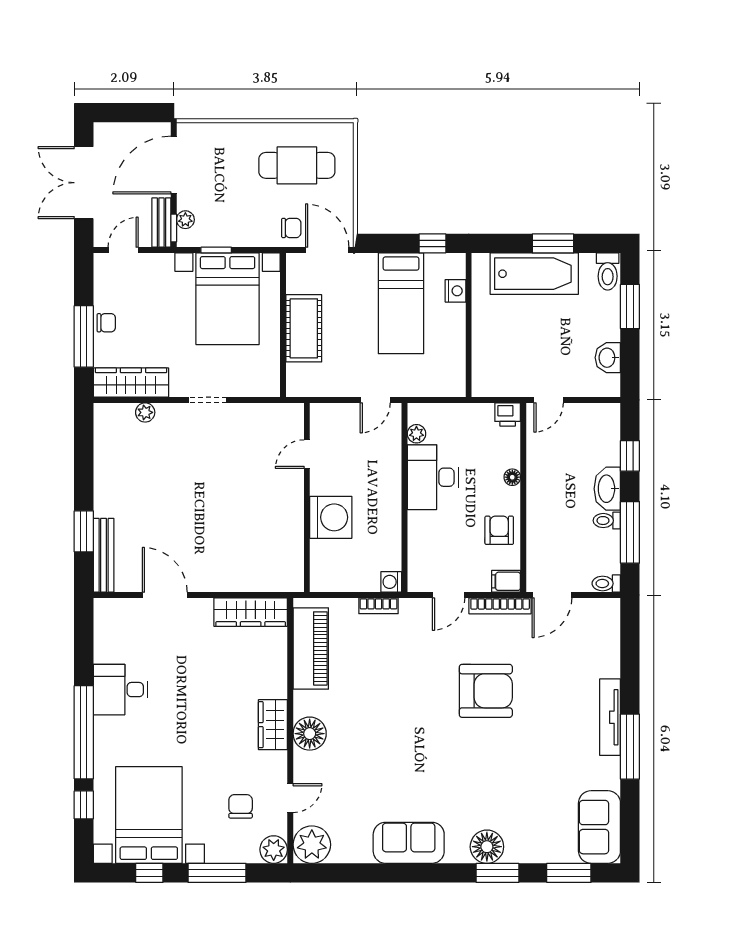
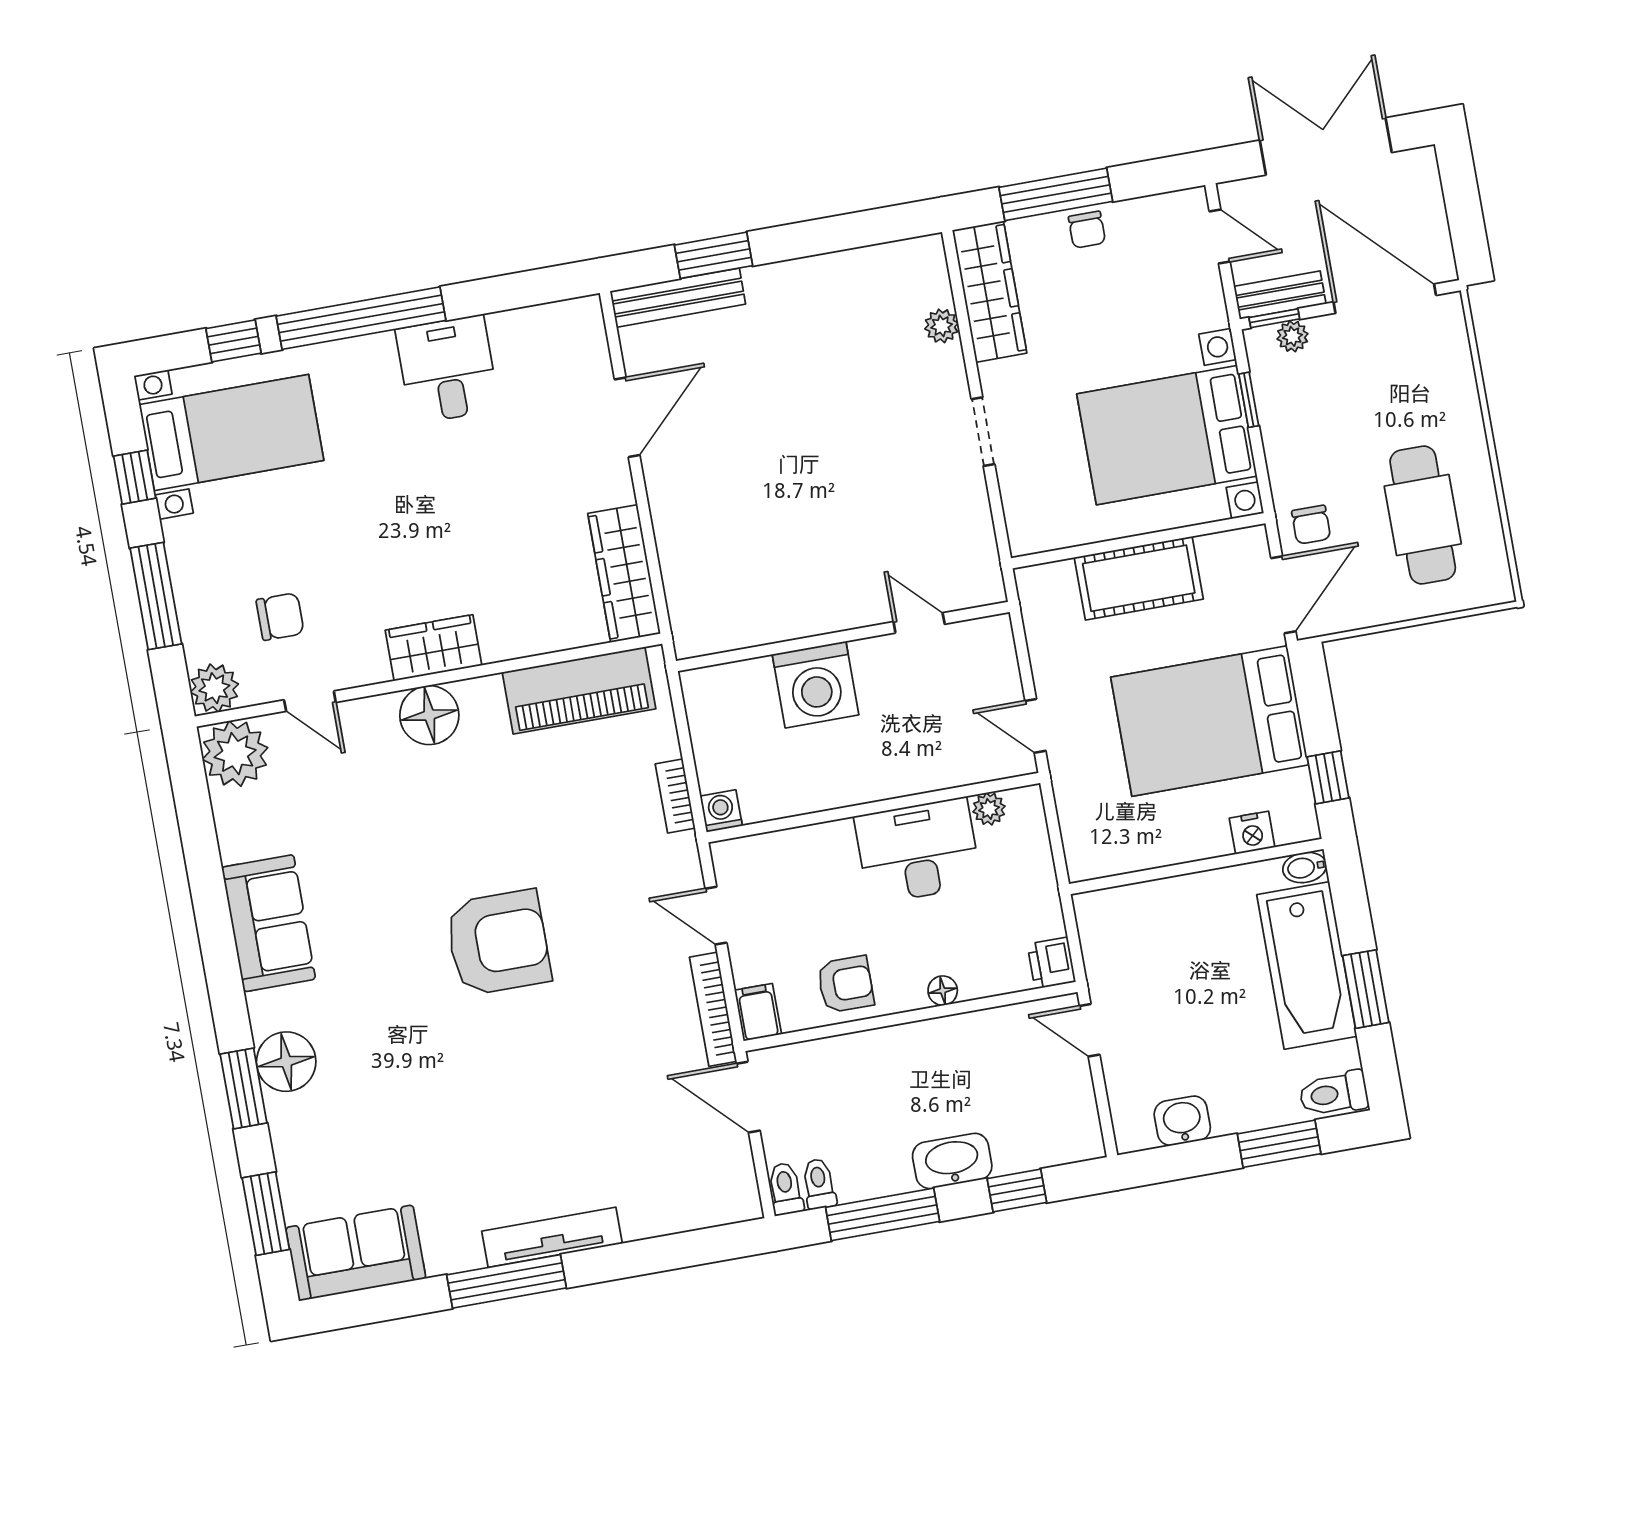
bidet: (480, 265) -> (1305, 867), added
bed: (401, 303) -> (1210, 721), width x1.50
toilet: (607, 521) -> (819, 1184), moved
armchair: (486, 691) -> (498, 943), moved, turned -90
bed with nightstands: (149, 815) -> (231, 432), width x0.73

